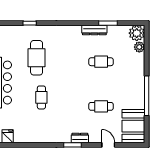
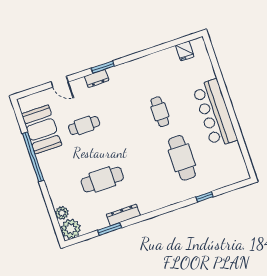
cafe table: (101, 62) -> (102, 179), width x1.37, depth x1.35
booth: (133, 126) -> (42, 129), moved

